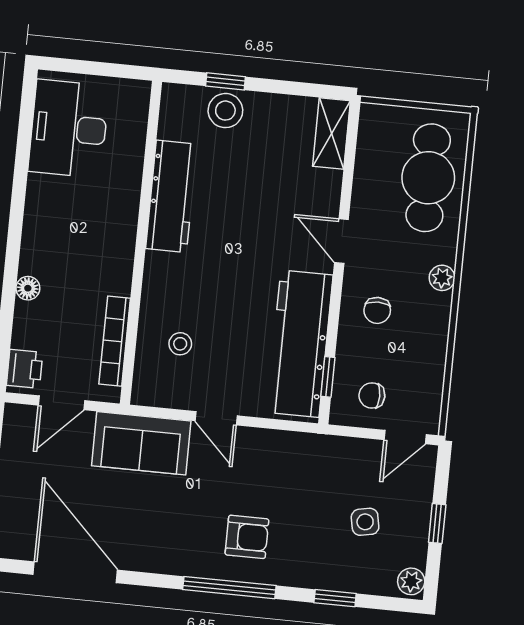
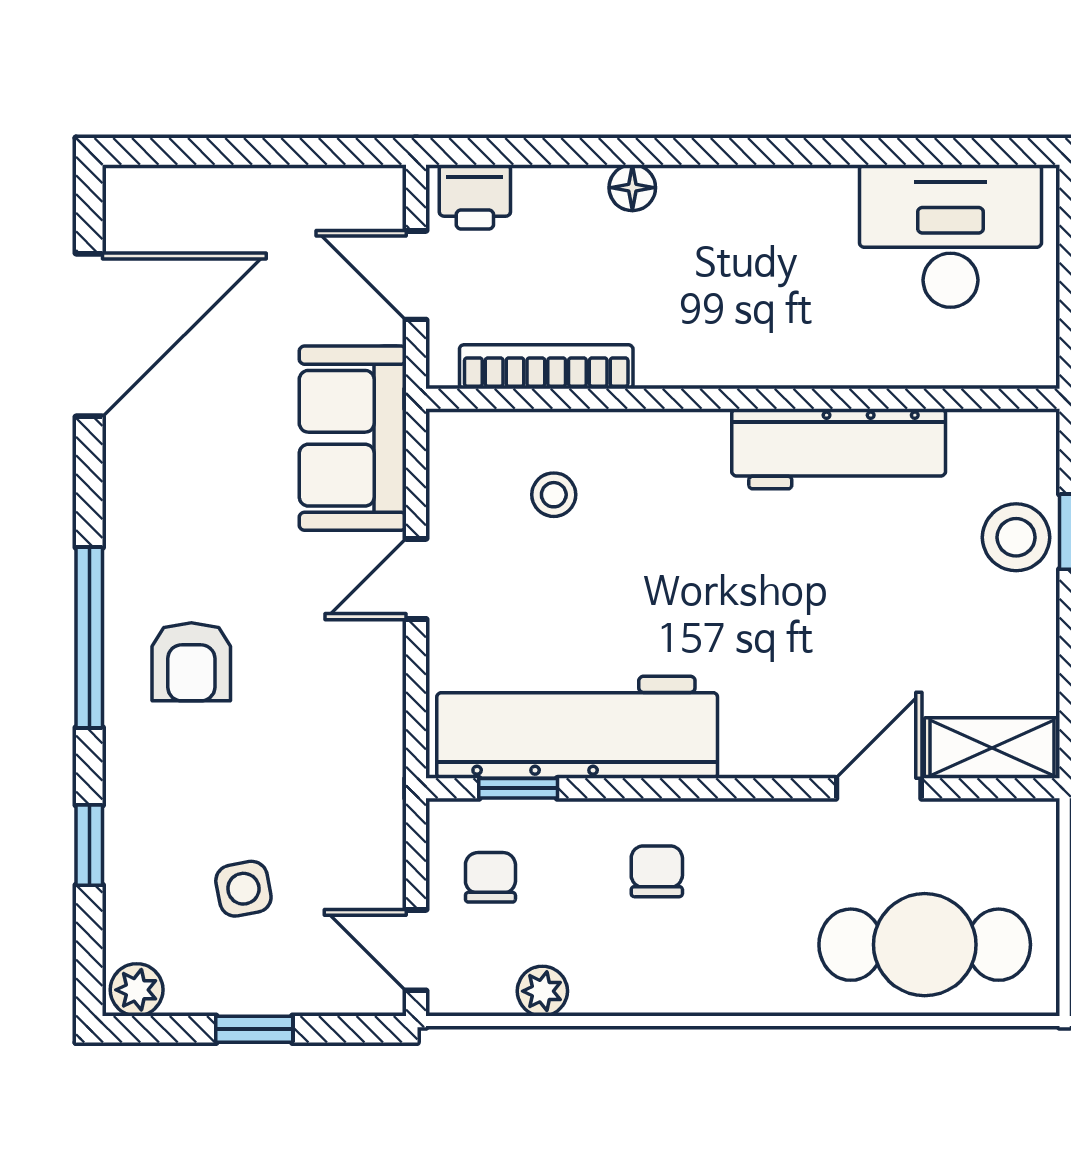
door: (341, 241) -> (879, 788), moved
plant: (442, 278) -> (542, 991), moved
chair: (377, 310) -> (657, 871), turned 90

